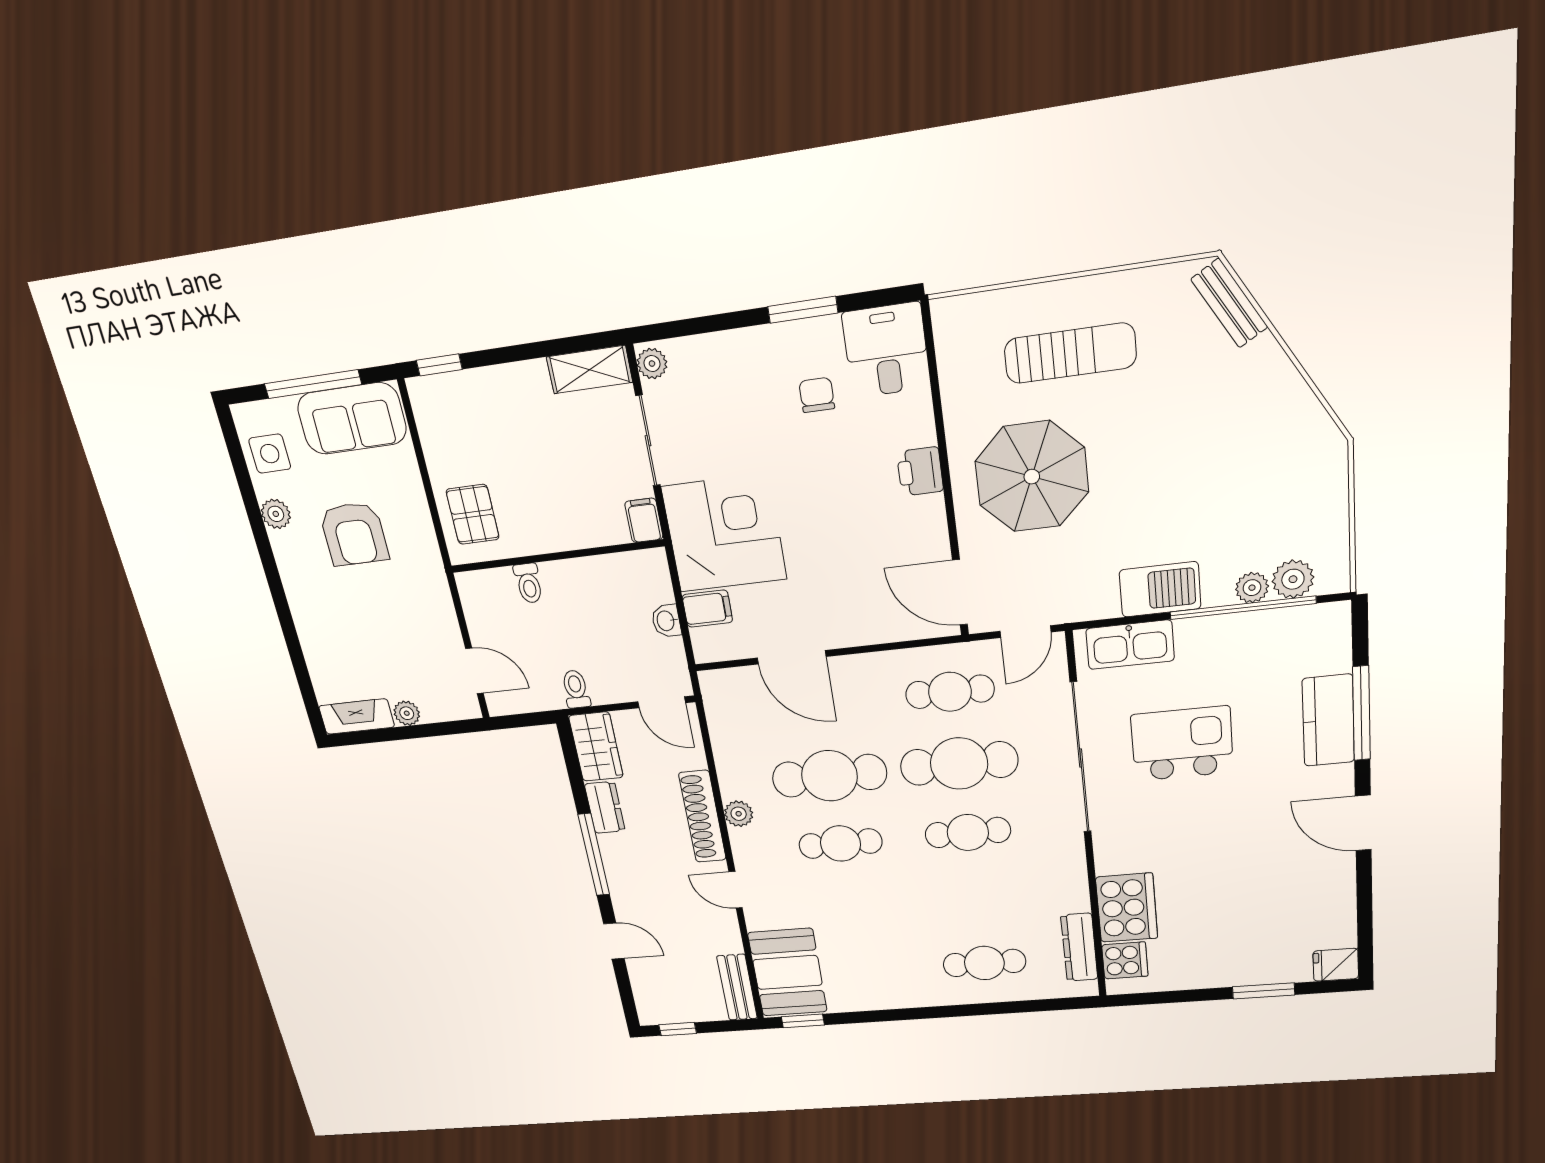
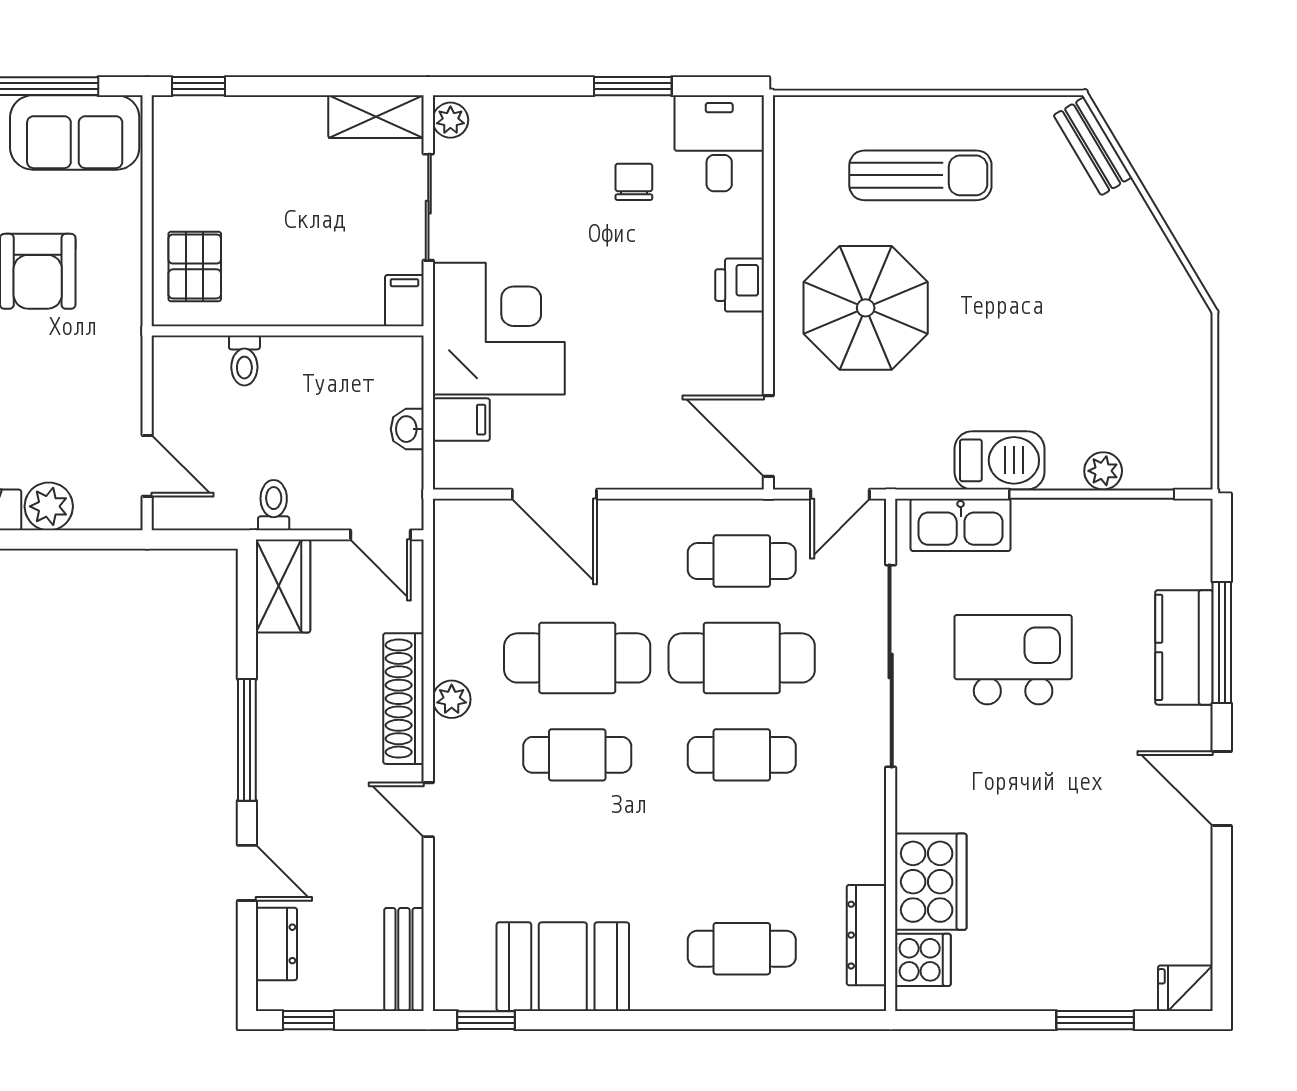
plant: (1293, 579) -> (1149, 466), removed
plant: (407, 713) -> (49, 506), width x1.38, depth x1.38
dresser: (605, 807) -> (276, 944), moved
booth: (788, 972) -> (563, 967), moved, turned 90

